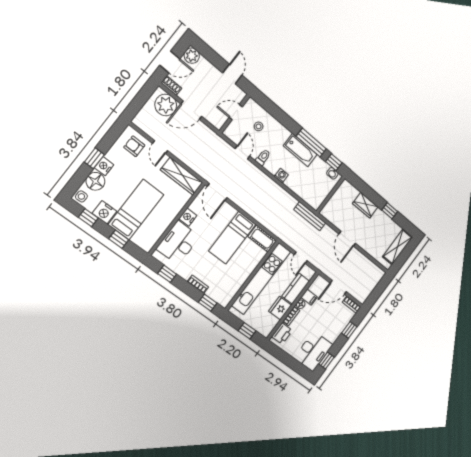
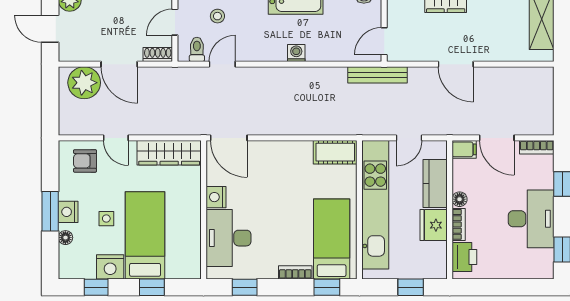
door: (170, 62) -> (50, 29), swing flipped
shoe rack: (171, 85) -> (158, 55), moved
door: (191, 110) -> (119, 64), hinge flipped
door: (242, 152) -> (222, 64), hinge flipped
toilet: (263, 157) -> (197, 49), moved
window: (94, 158) -> (50, 211), width x1.50
floor lamp: (95, 181) -> (65, 238), width x0.53, depth x0.53
side table: (81, 196) -> (106, 219), moved
door: (325, 202) -> (384, 41), added
bed: (232, 238) -> (332, 239), moved, turned 180
door: (301, 258) -> (409, 138), hinge flipped
door: (338, 287) -> (497, 138), hinge flipped
filing cabinet: (309, 297) -> (464, 149), moved
desk: (313, 351) -> (531, 219), moved

